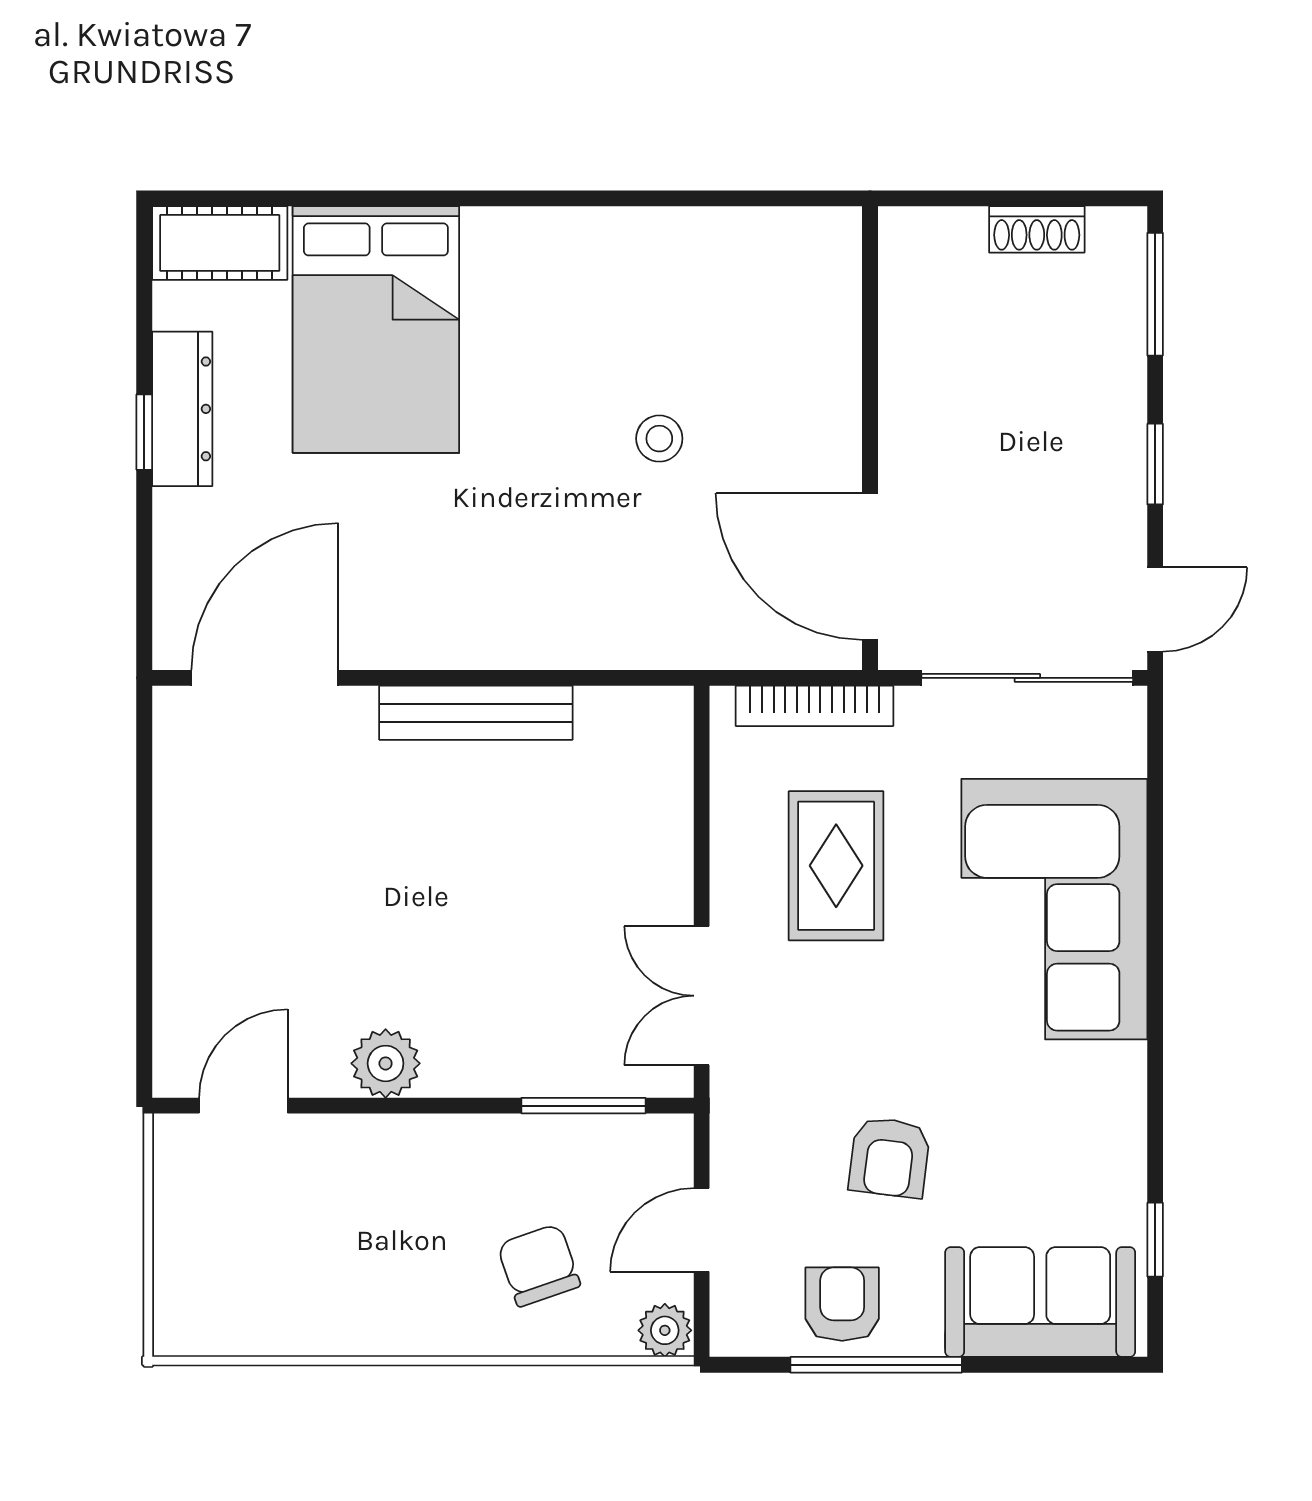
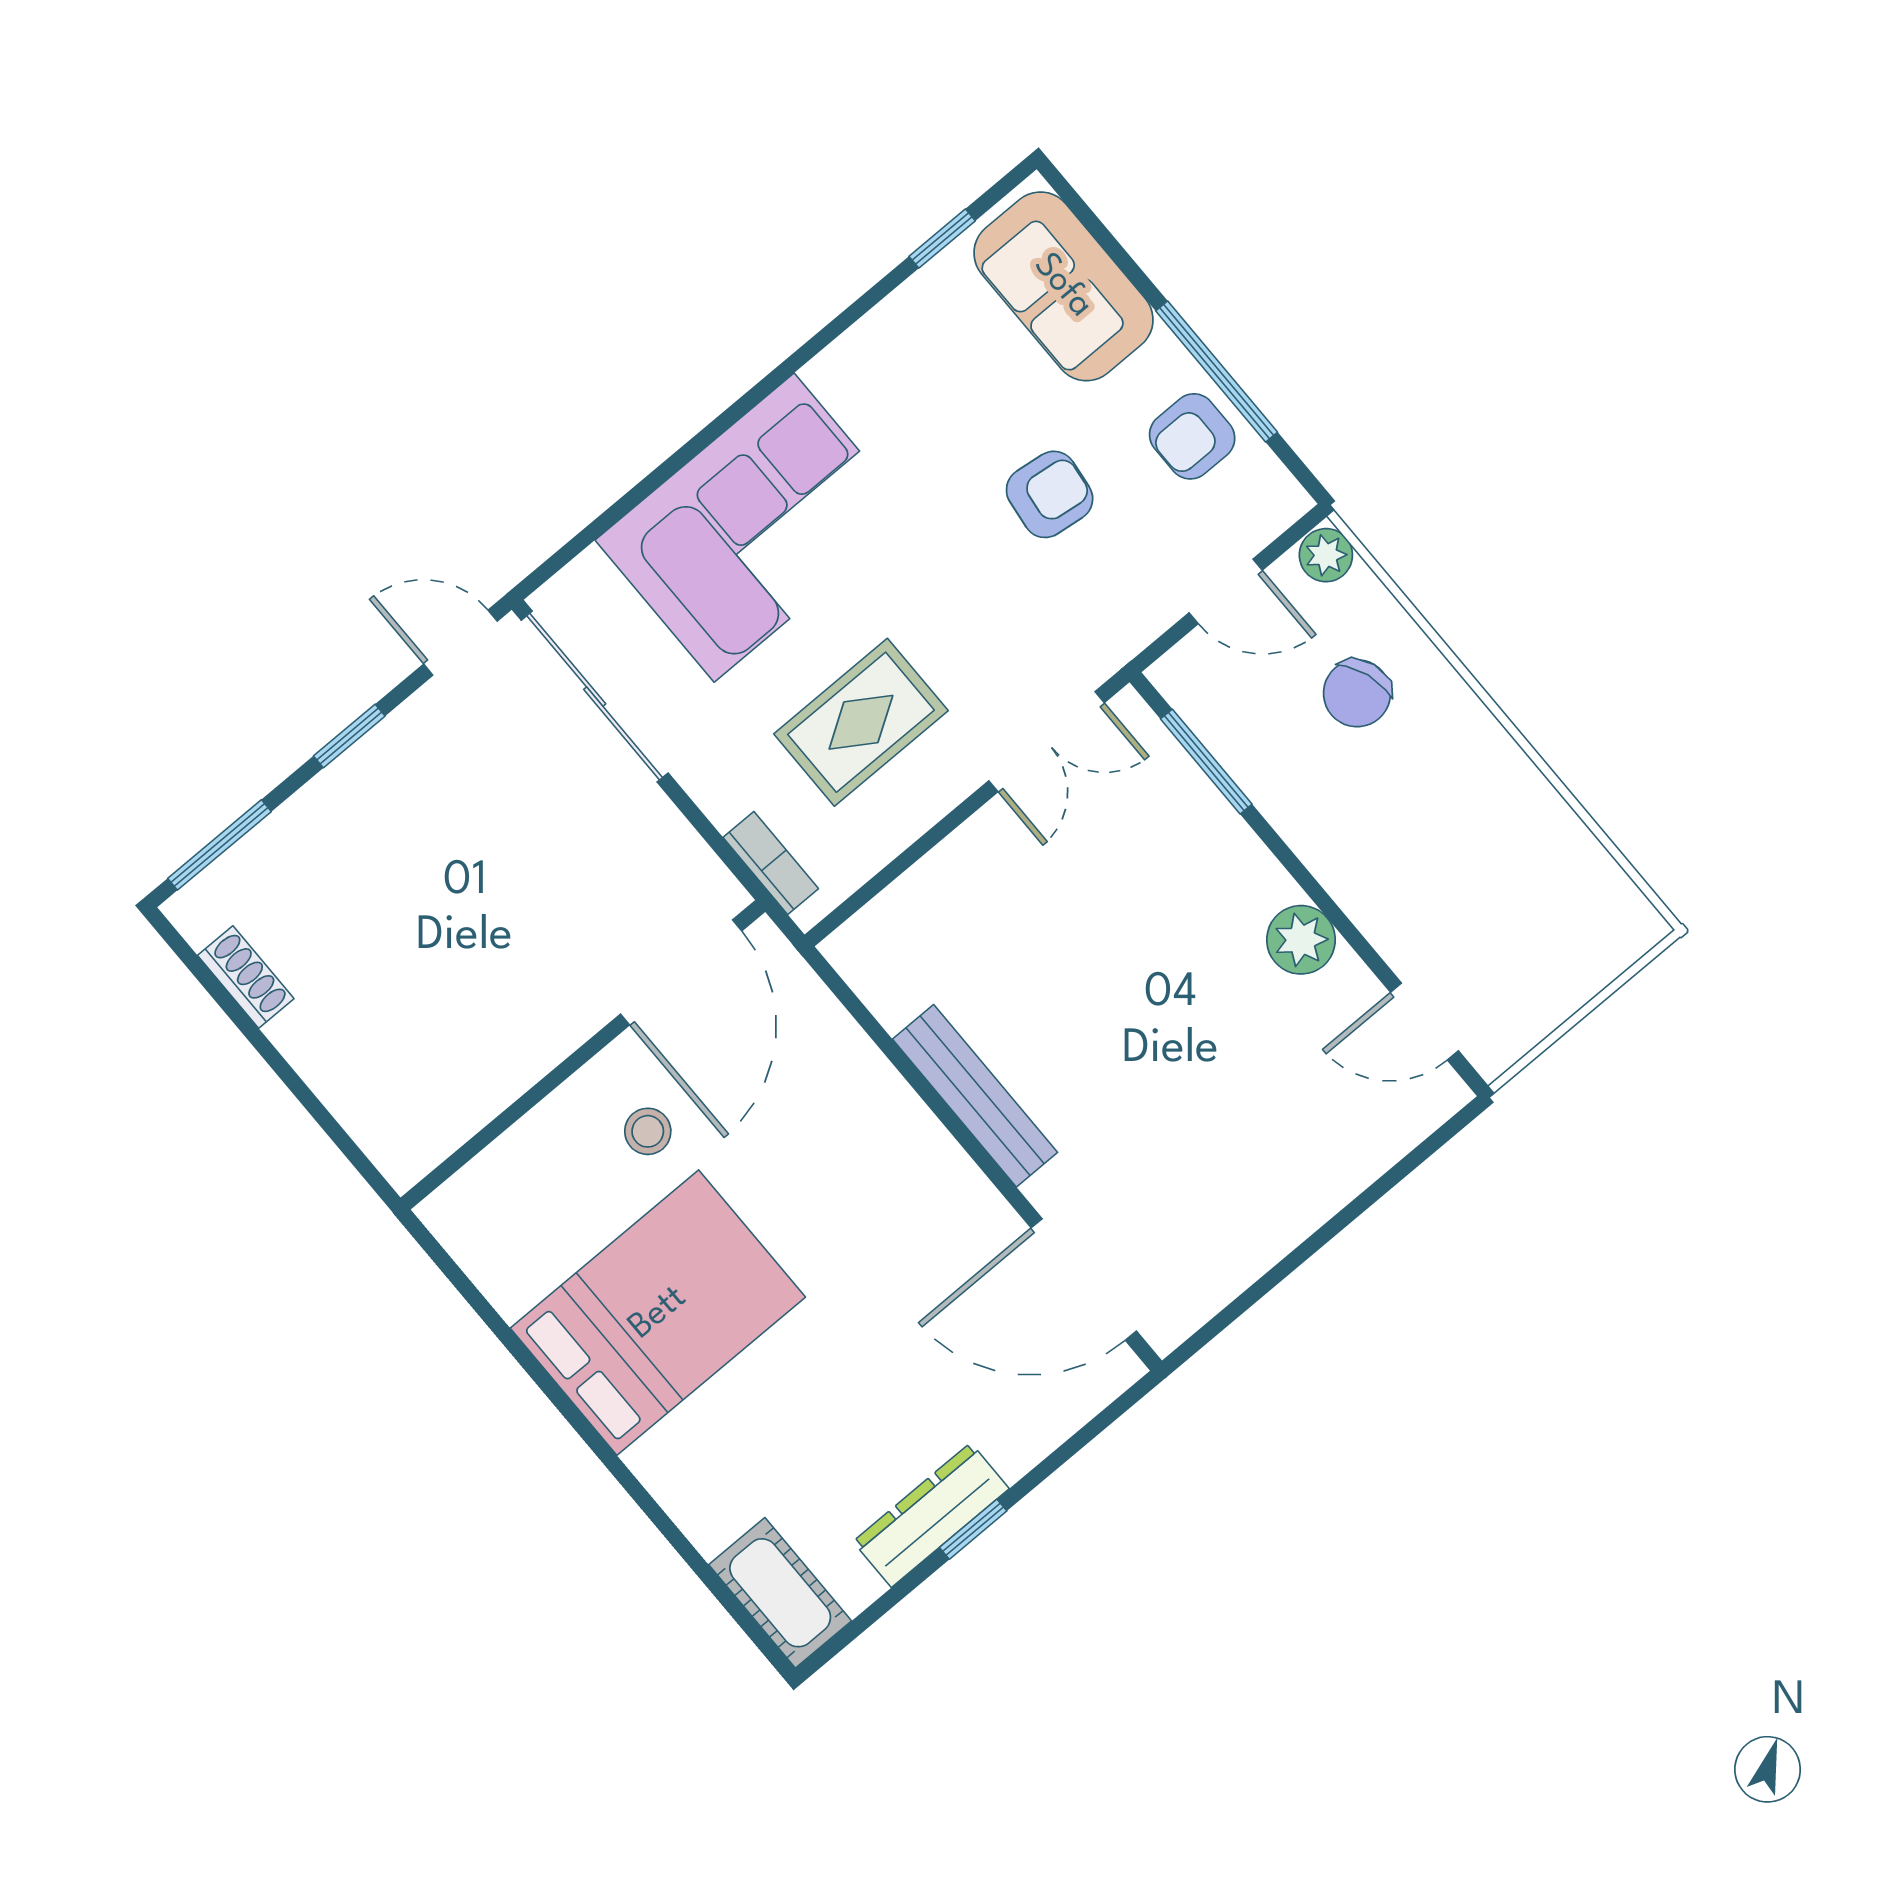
bed: (376, 330) -> (658, 1313), moved
wall: (870, 438) -> (583, 1055), moved
door: (870, 566) -> (681, 972), moved
bookcase: (814, 706) -> (771, 863), width x0.64

